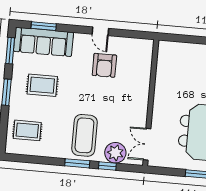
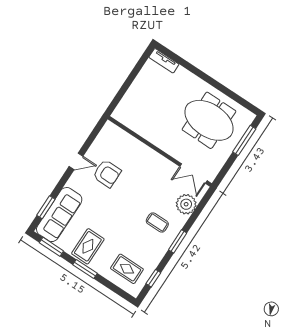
rug: (42, 85) -> (88, 246), moved
rug: (27, 130) -> (127, 269), turned 90
coffee table: (84, 135) -> (157, 223), width x0.54, depth x0.58
window: (107, 166) -> (153, 278), moved

